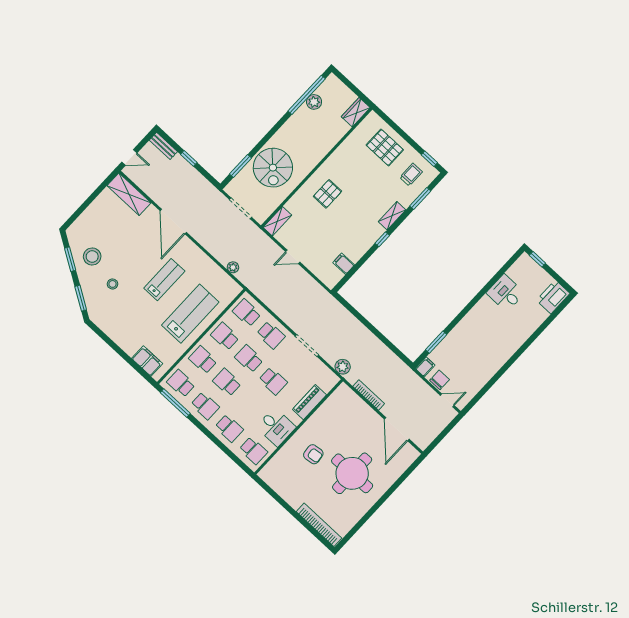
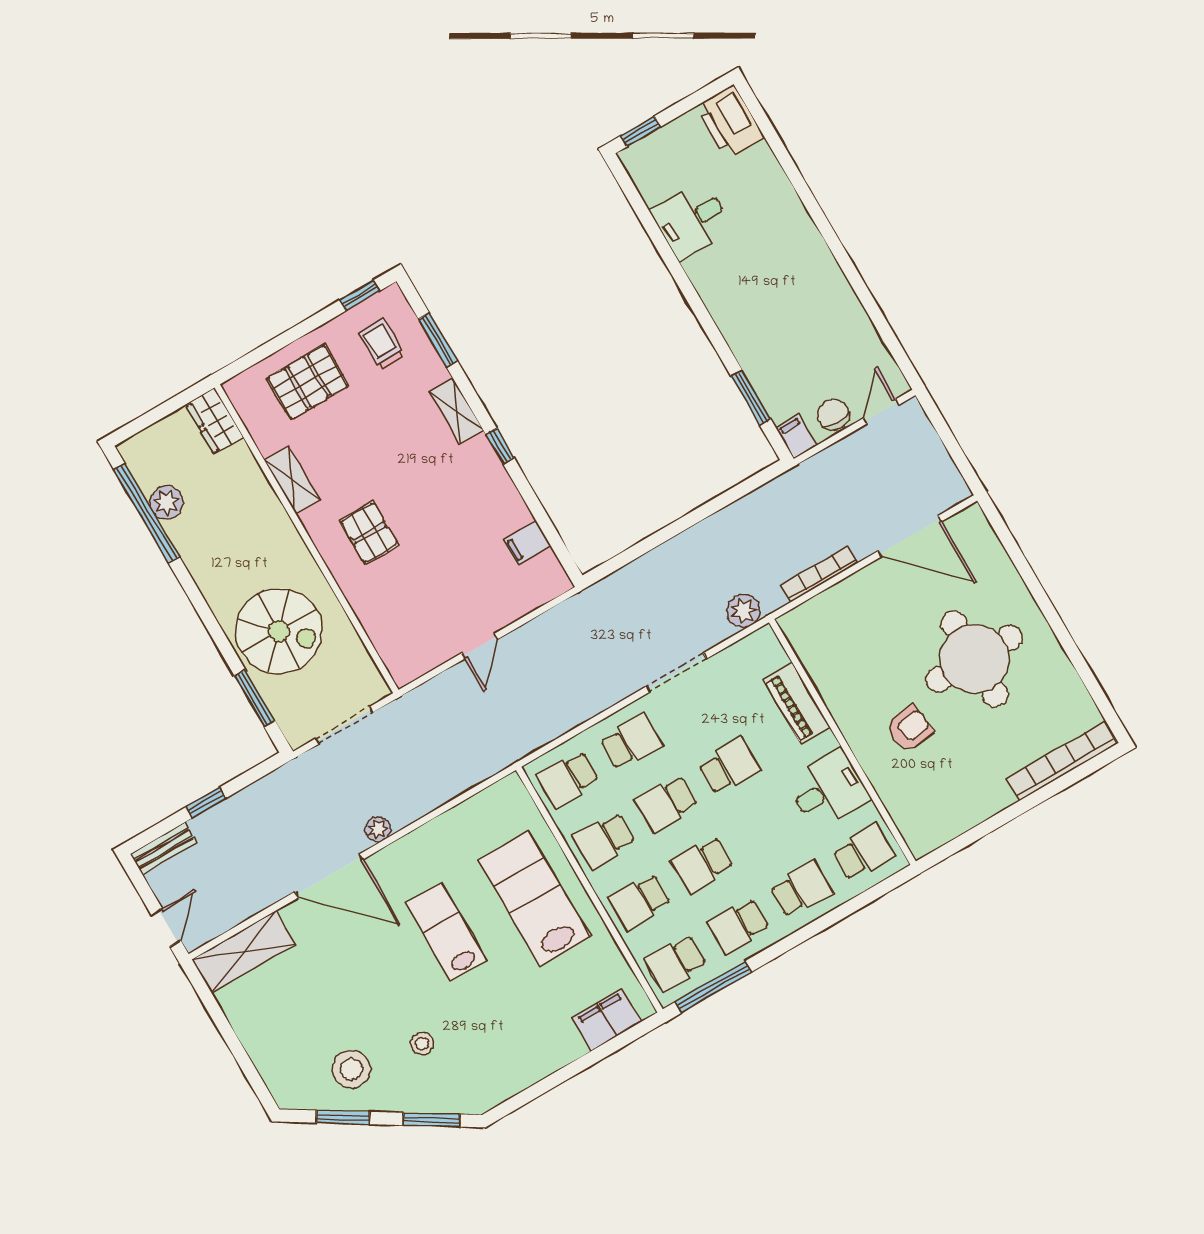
shelving: (277, 221) -> (292, 480), moved
plant: (233, 267) -> (378, 829), moved
school desk: (205, 406) -> (738, 926), turned 180

